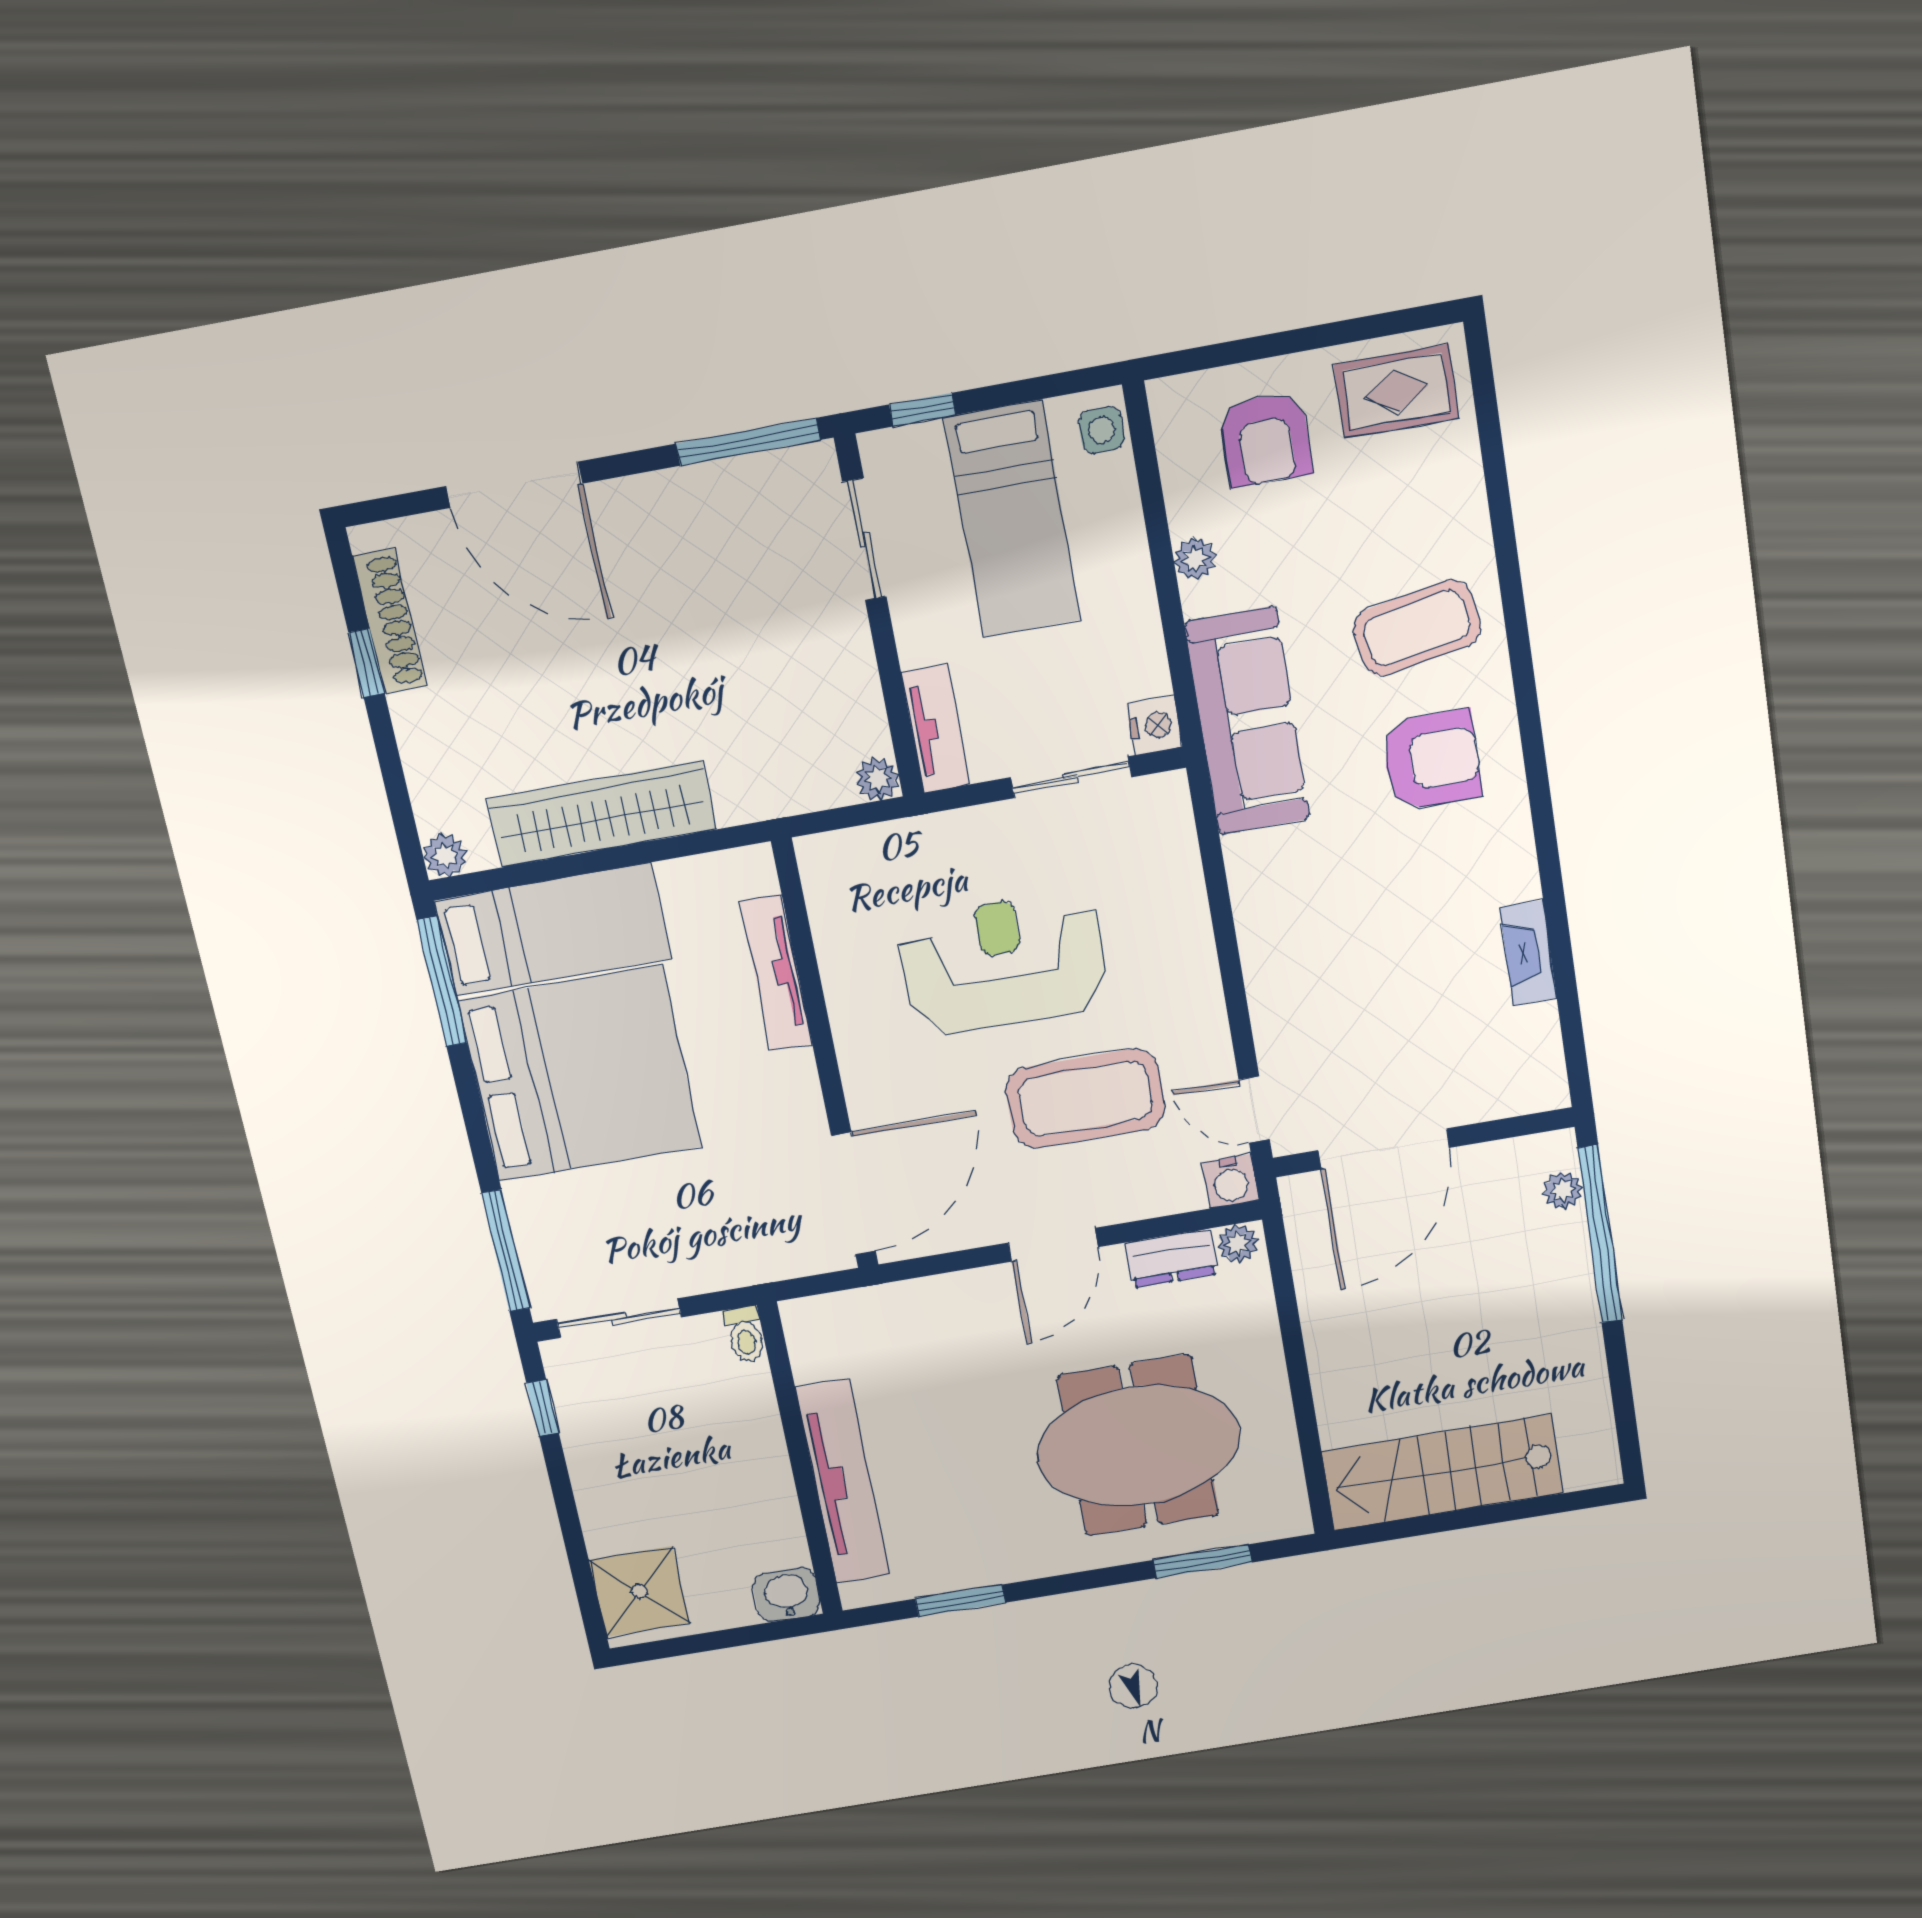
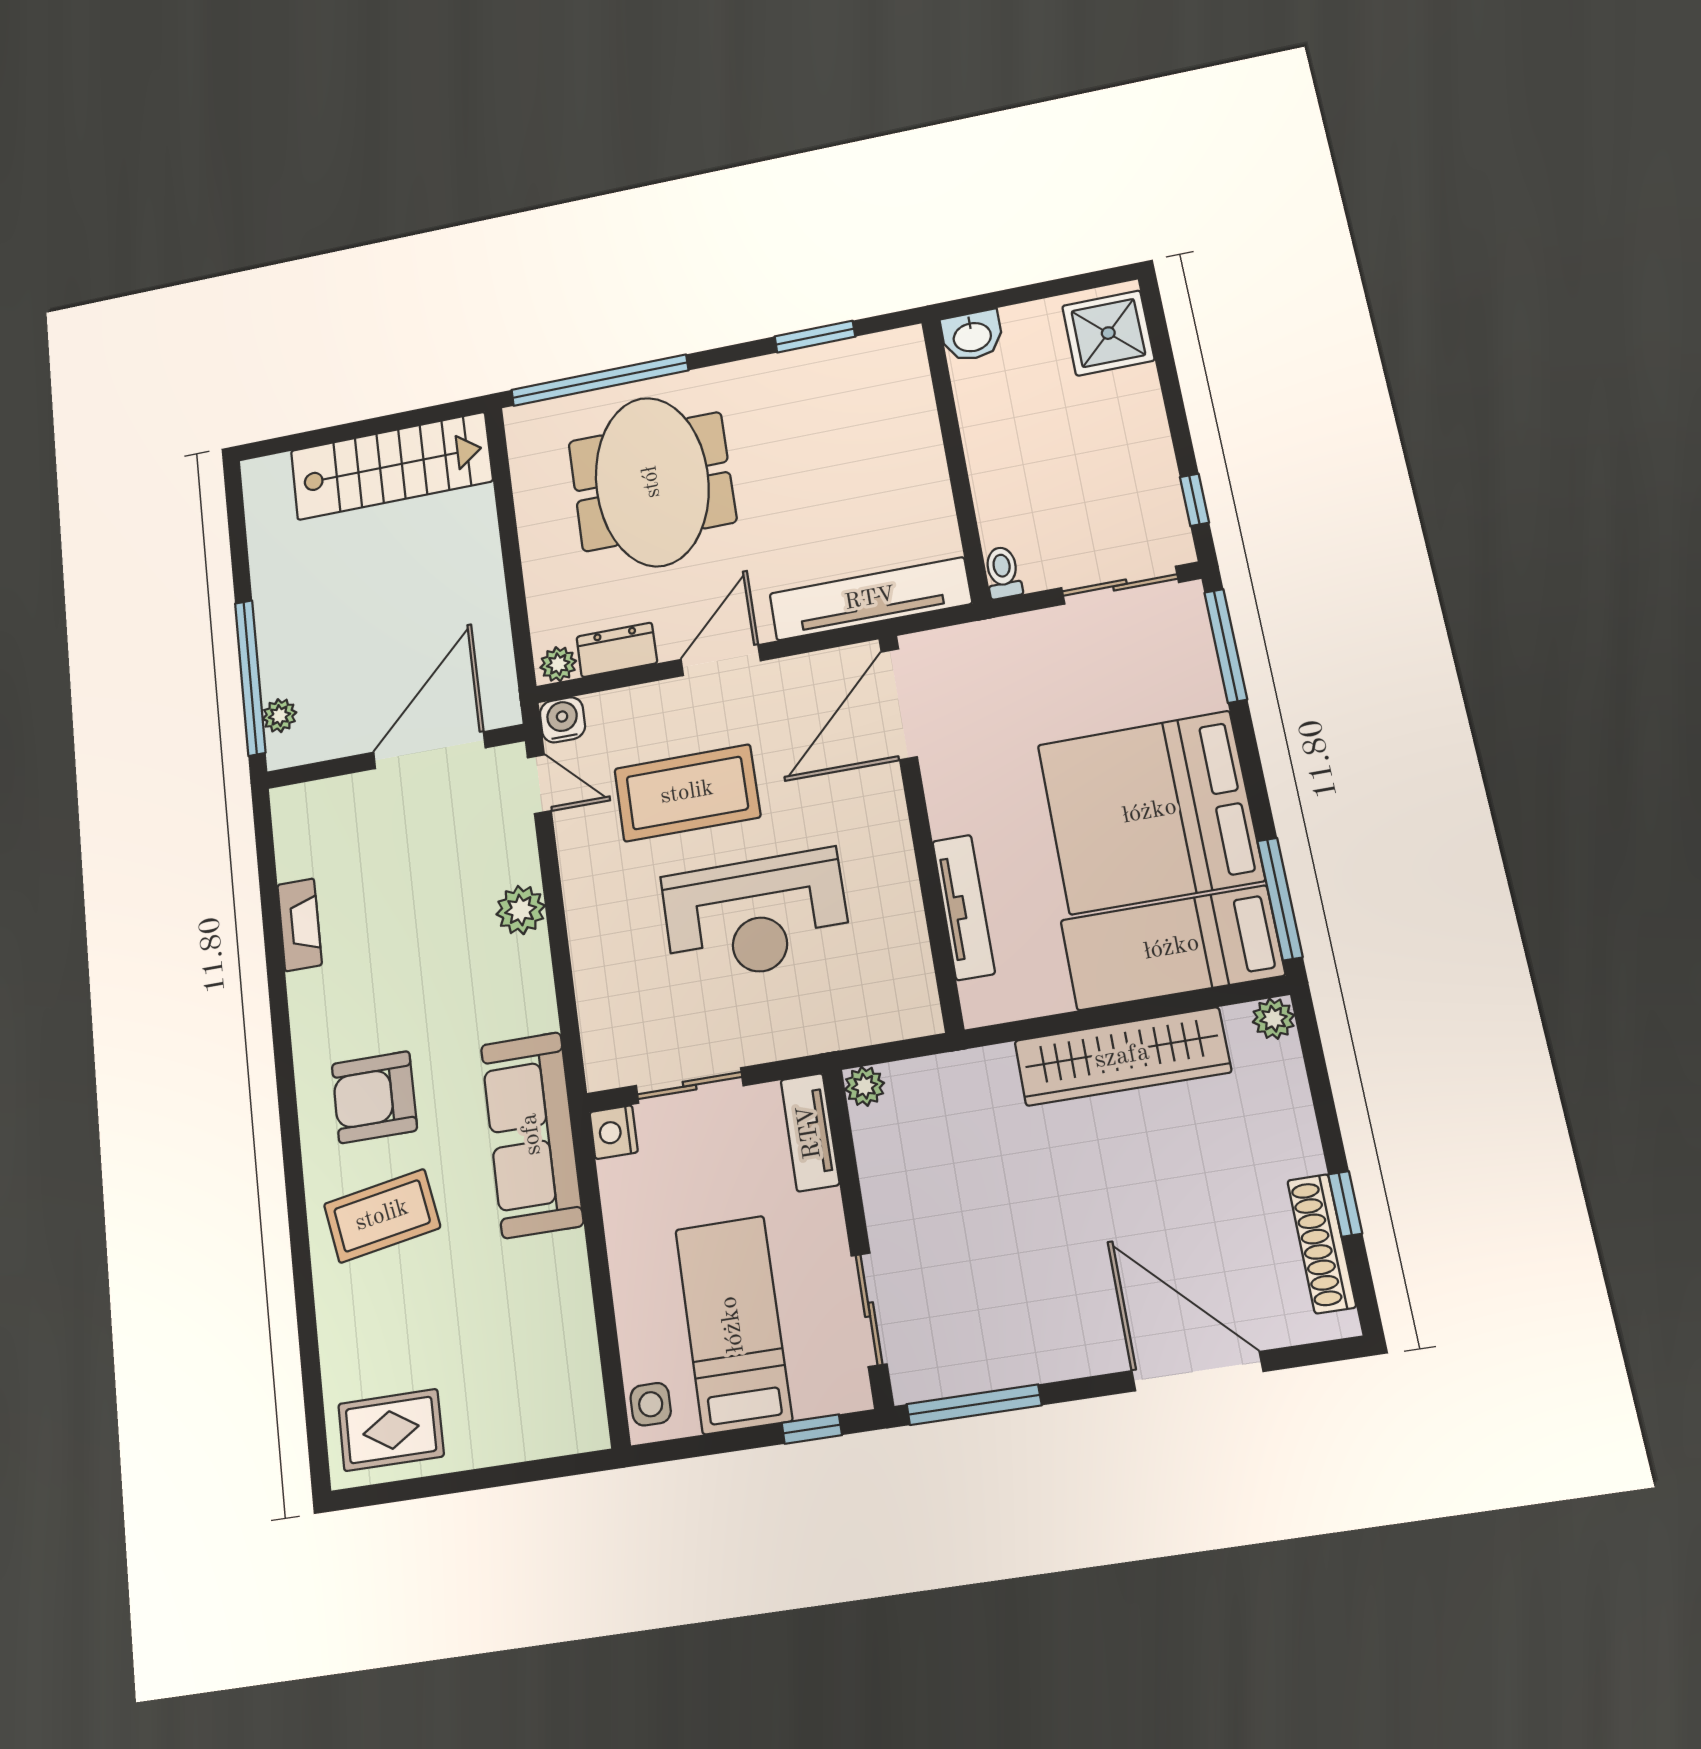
armchair: (1265, 439) -> (506, 1391), removed
plant: (1195, 559) -> (521, 910), moved, width x1.38, depth x1.38
meeting table: (1138, 1445) -> (652, 482), turned 90
tv unit: (843, 1482) -> (870, 599), moved, turned 90
window: (1203, 1561) -> (600, 380), width x2.11

